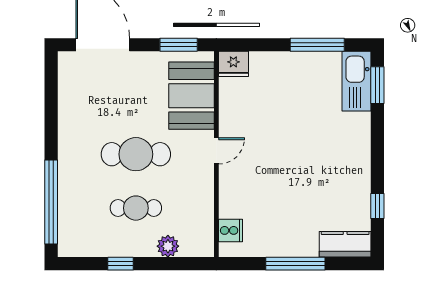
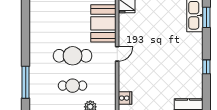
window: (51, 202) -> (26, 82), width x0.68
window: (377, 206) -> (206, 67), moved

